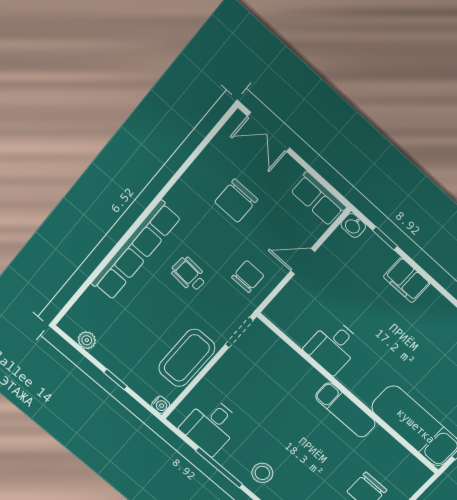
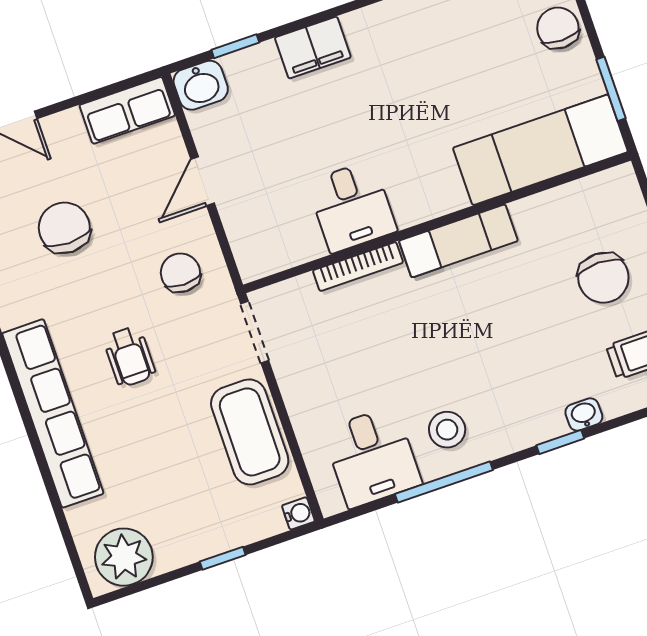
chair: (236, 201) -> (64, 228), turned 180
washbasin: (353, 225) -> (201, 85), width x1.38, depth x1.45
wheelchair: (189, 274) -> (130, 357), turned -94
plant: (87, 340) -> (124, 557), width x1.88, depth x1.88
bookcase: (303, 367) -> (358, 267), added
stool: (262, 473) -> (447, 430), moved

